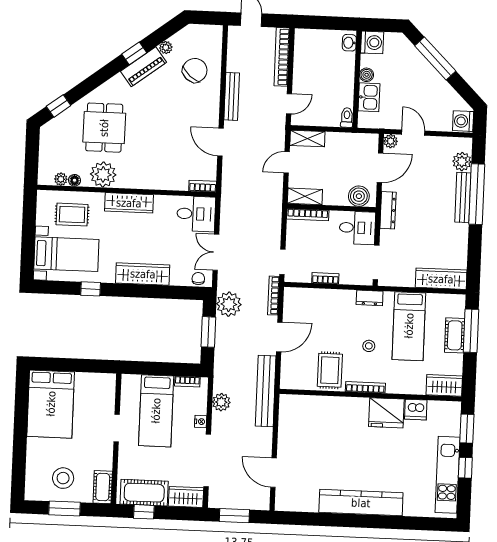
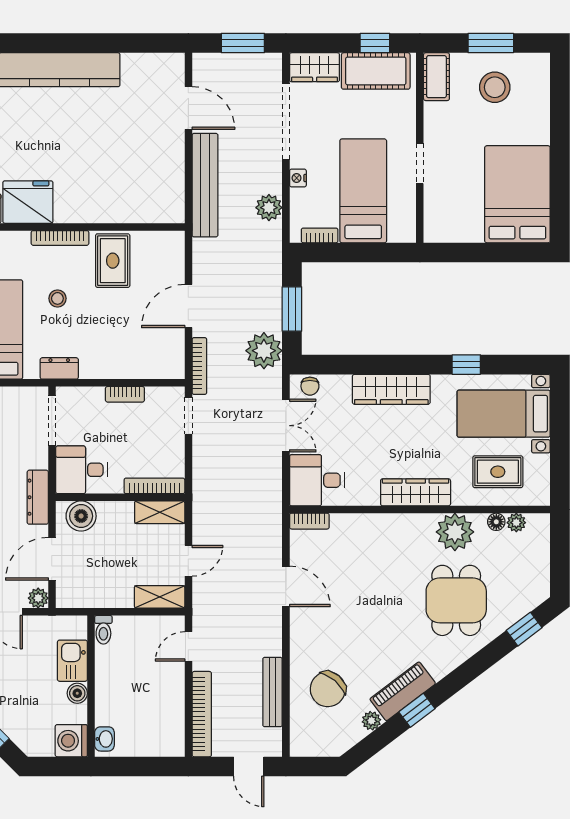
bench: (232, 96) -> (272, 692), moved
bench: (266, 391) -> (205, 185), moved

